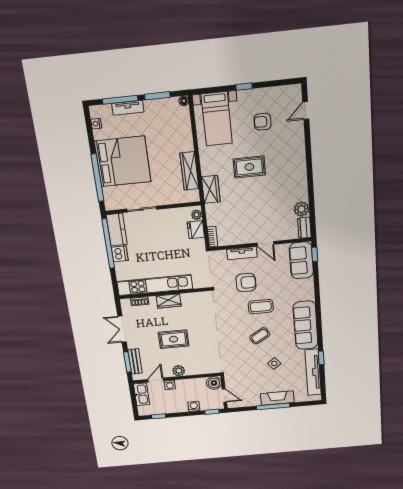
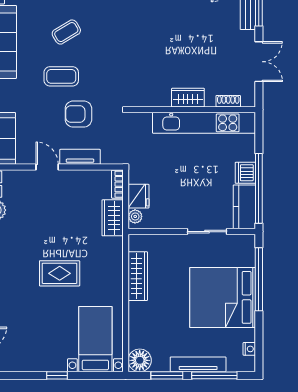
floor lamp: (184, 101) -> (140, 360), width x1.89, depth x1.89
tv unit: (128, 108) -> (198, 364), width x1.41
armchair: (263, 122) -> (38, 330), removed
wardrobe: (211, 189) -> (113, 218), moved
rug: (174, 339) -> (188, 39), removed

